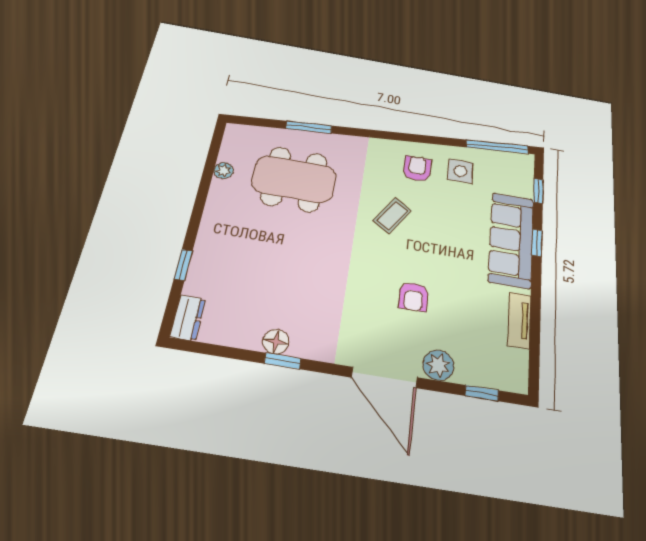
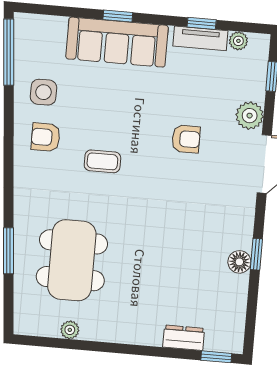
window: (538, 191) -> (202, 23), moved
coffee table: (392, 216) -> (102, 161), turned -33
window: (183, 265) -> (216, 357), moved
dresser: (188, 318) -> (184, 338), moved
plant: (519, 359) -> (238, 41), added

